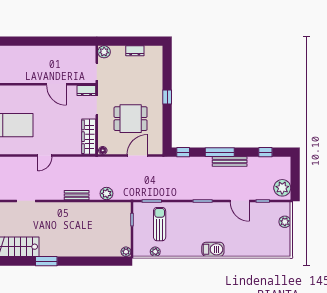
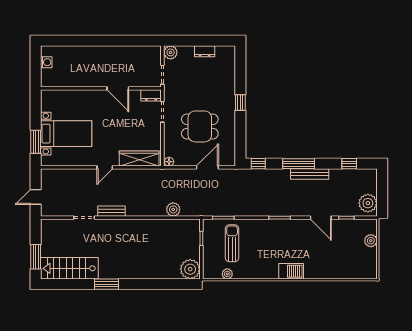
wardrobe: (89, 137) -> (139, 159), moved, turned 90
bench: (77, 195) -> (112, 211), moved
plant: (126, 252) -> (190, 269), width x1.87, depth x1.87

